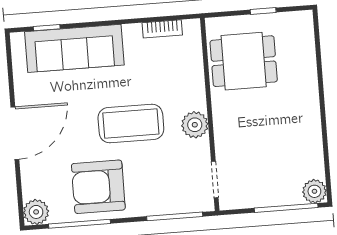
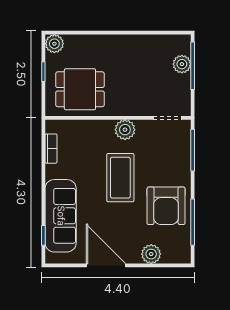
plant: (301, 23) -> (54, 44), added
dining table: (244, 61) -> (80, 89), turned 90
door: (15, 133) -> (106, 265), moved
plant: (314, 191) -> (182, 64), moved
plant: (36, 212) -> (151, 254), moved

